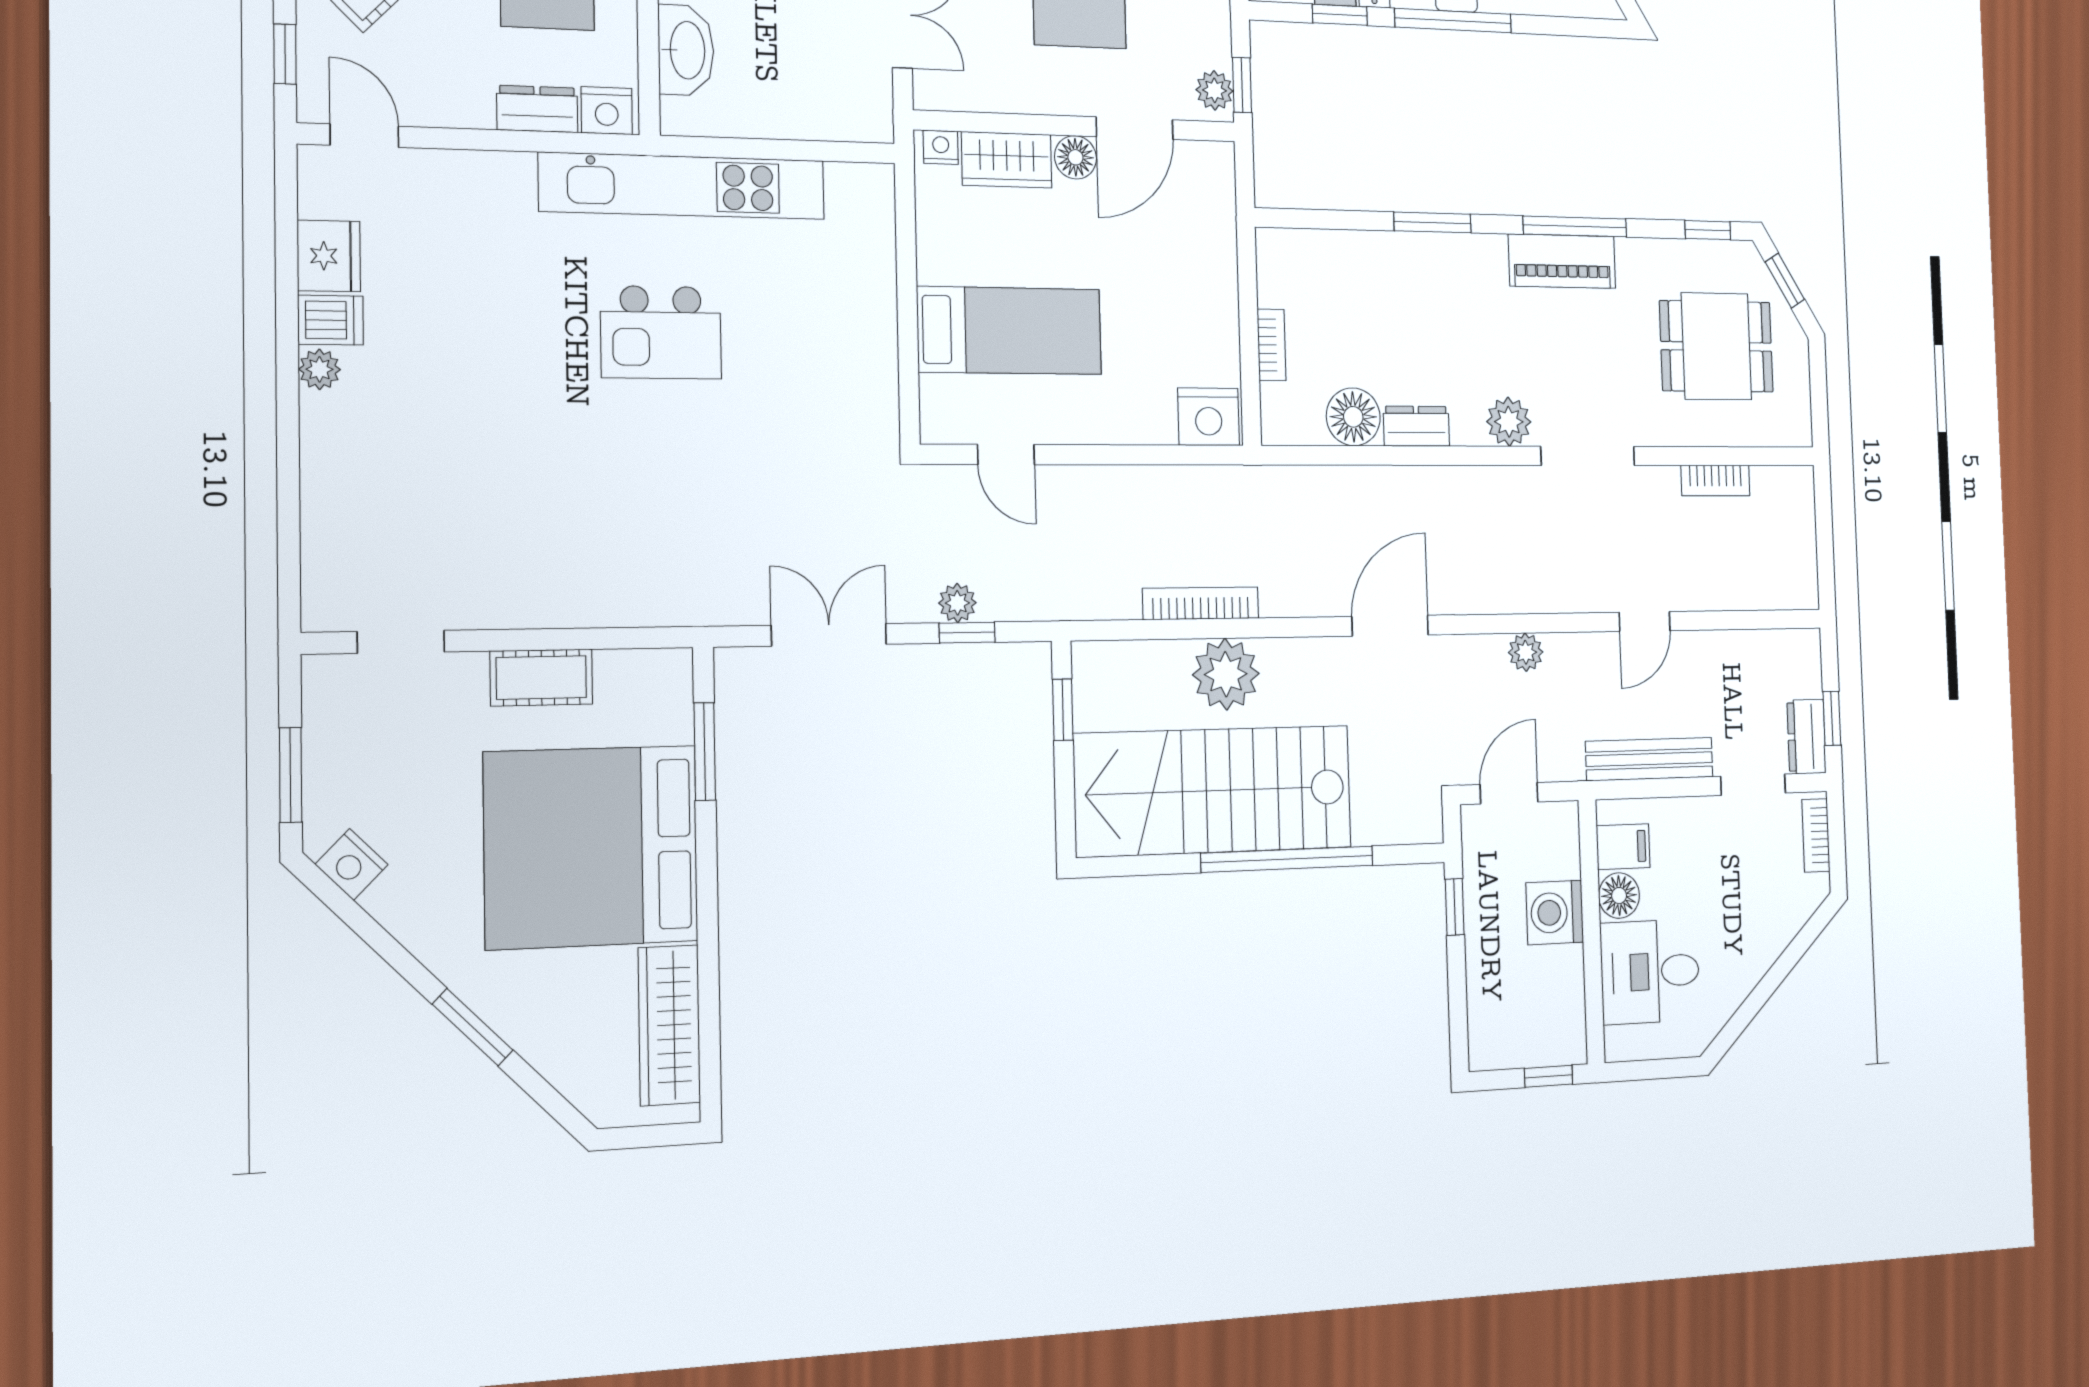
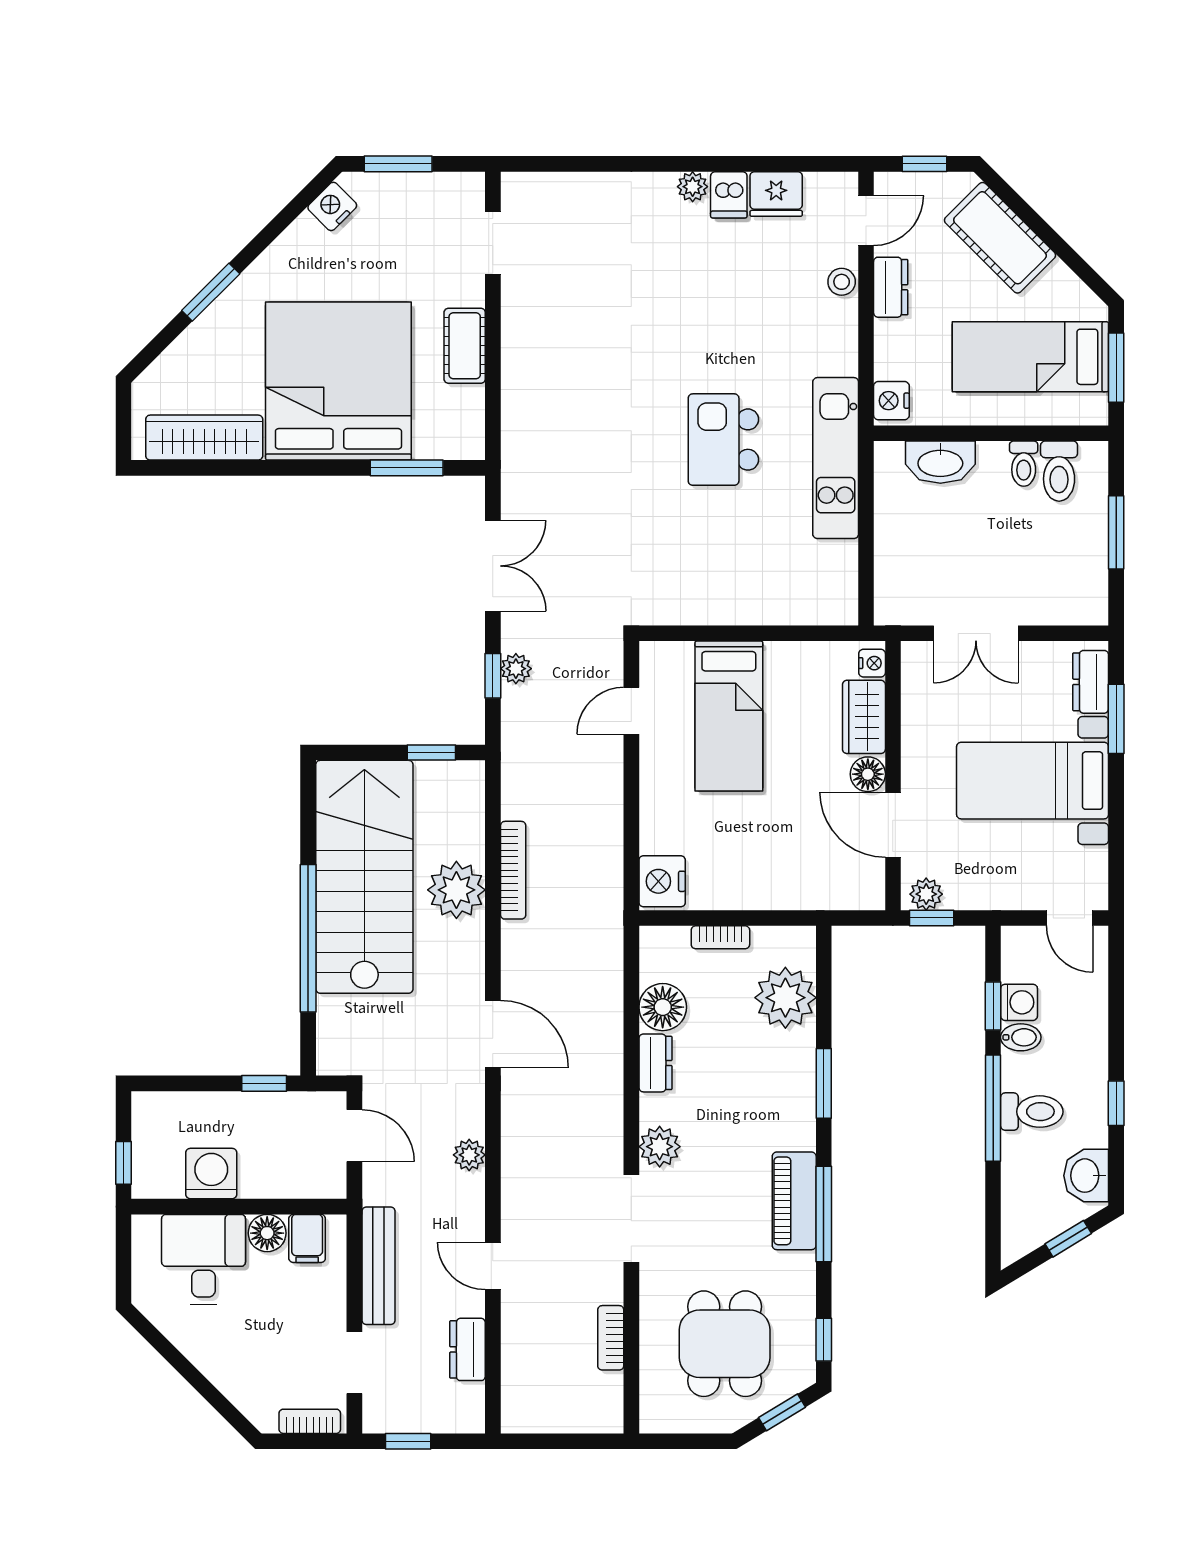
dresser: (537, 109) -> (891, 287), moved
stool: (449, 171) -> (842, 282), added
kitchen unit: (683, 186) -> (836, 458), width x0.73
plant: (1338, 266) -> (785, 998), added
dresser: (1806, 737) -> (468, 1349), moved, turned -90
washing machine: (1555, 913) -> (211, 1174), moved

